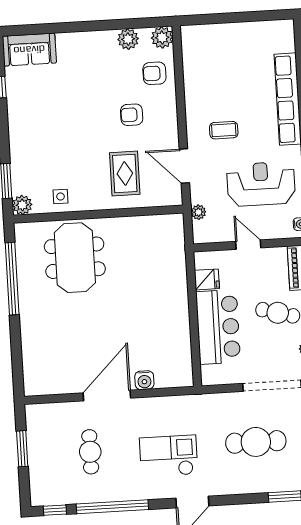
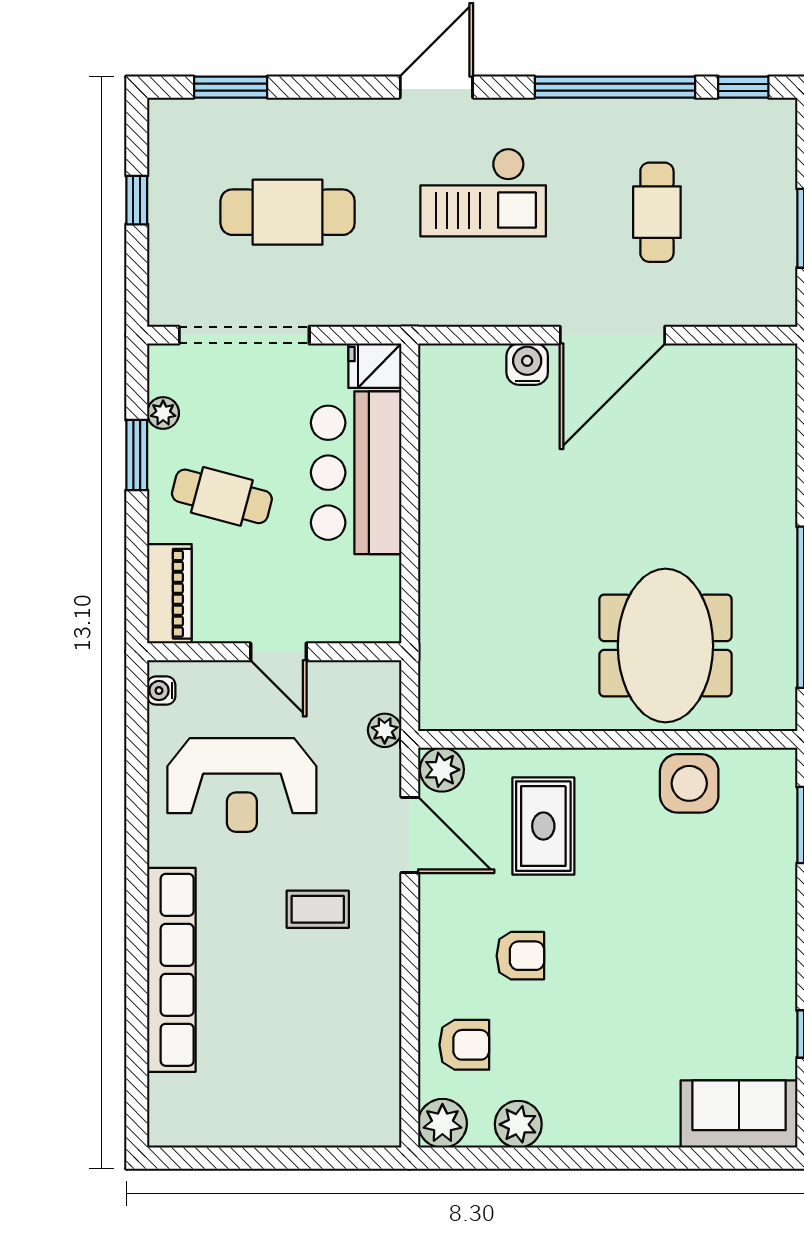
side table: (61, 196) -> (689, 783), width x1.87, depth x1.87
plant: (22, 205) -> (442, 770), moved
fridge: (207, 279) -> (375, 366), moved

